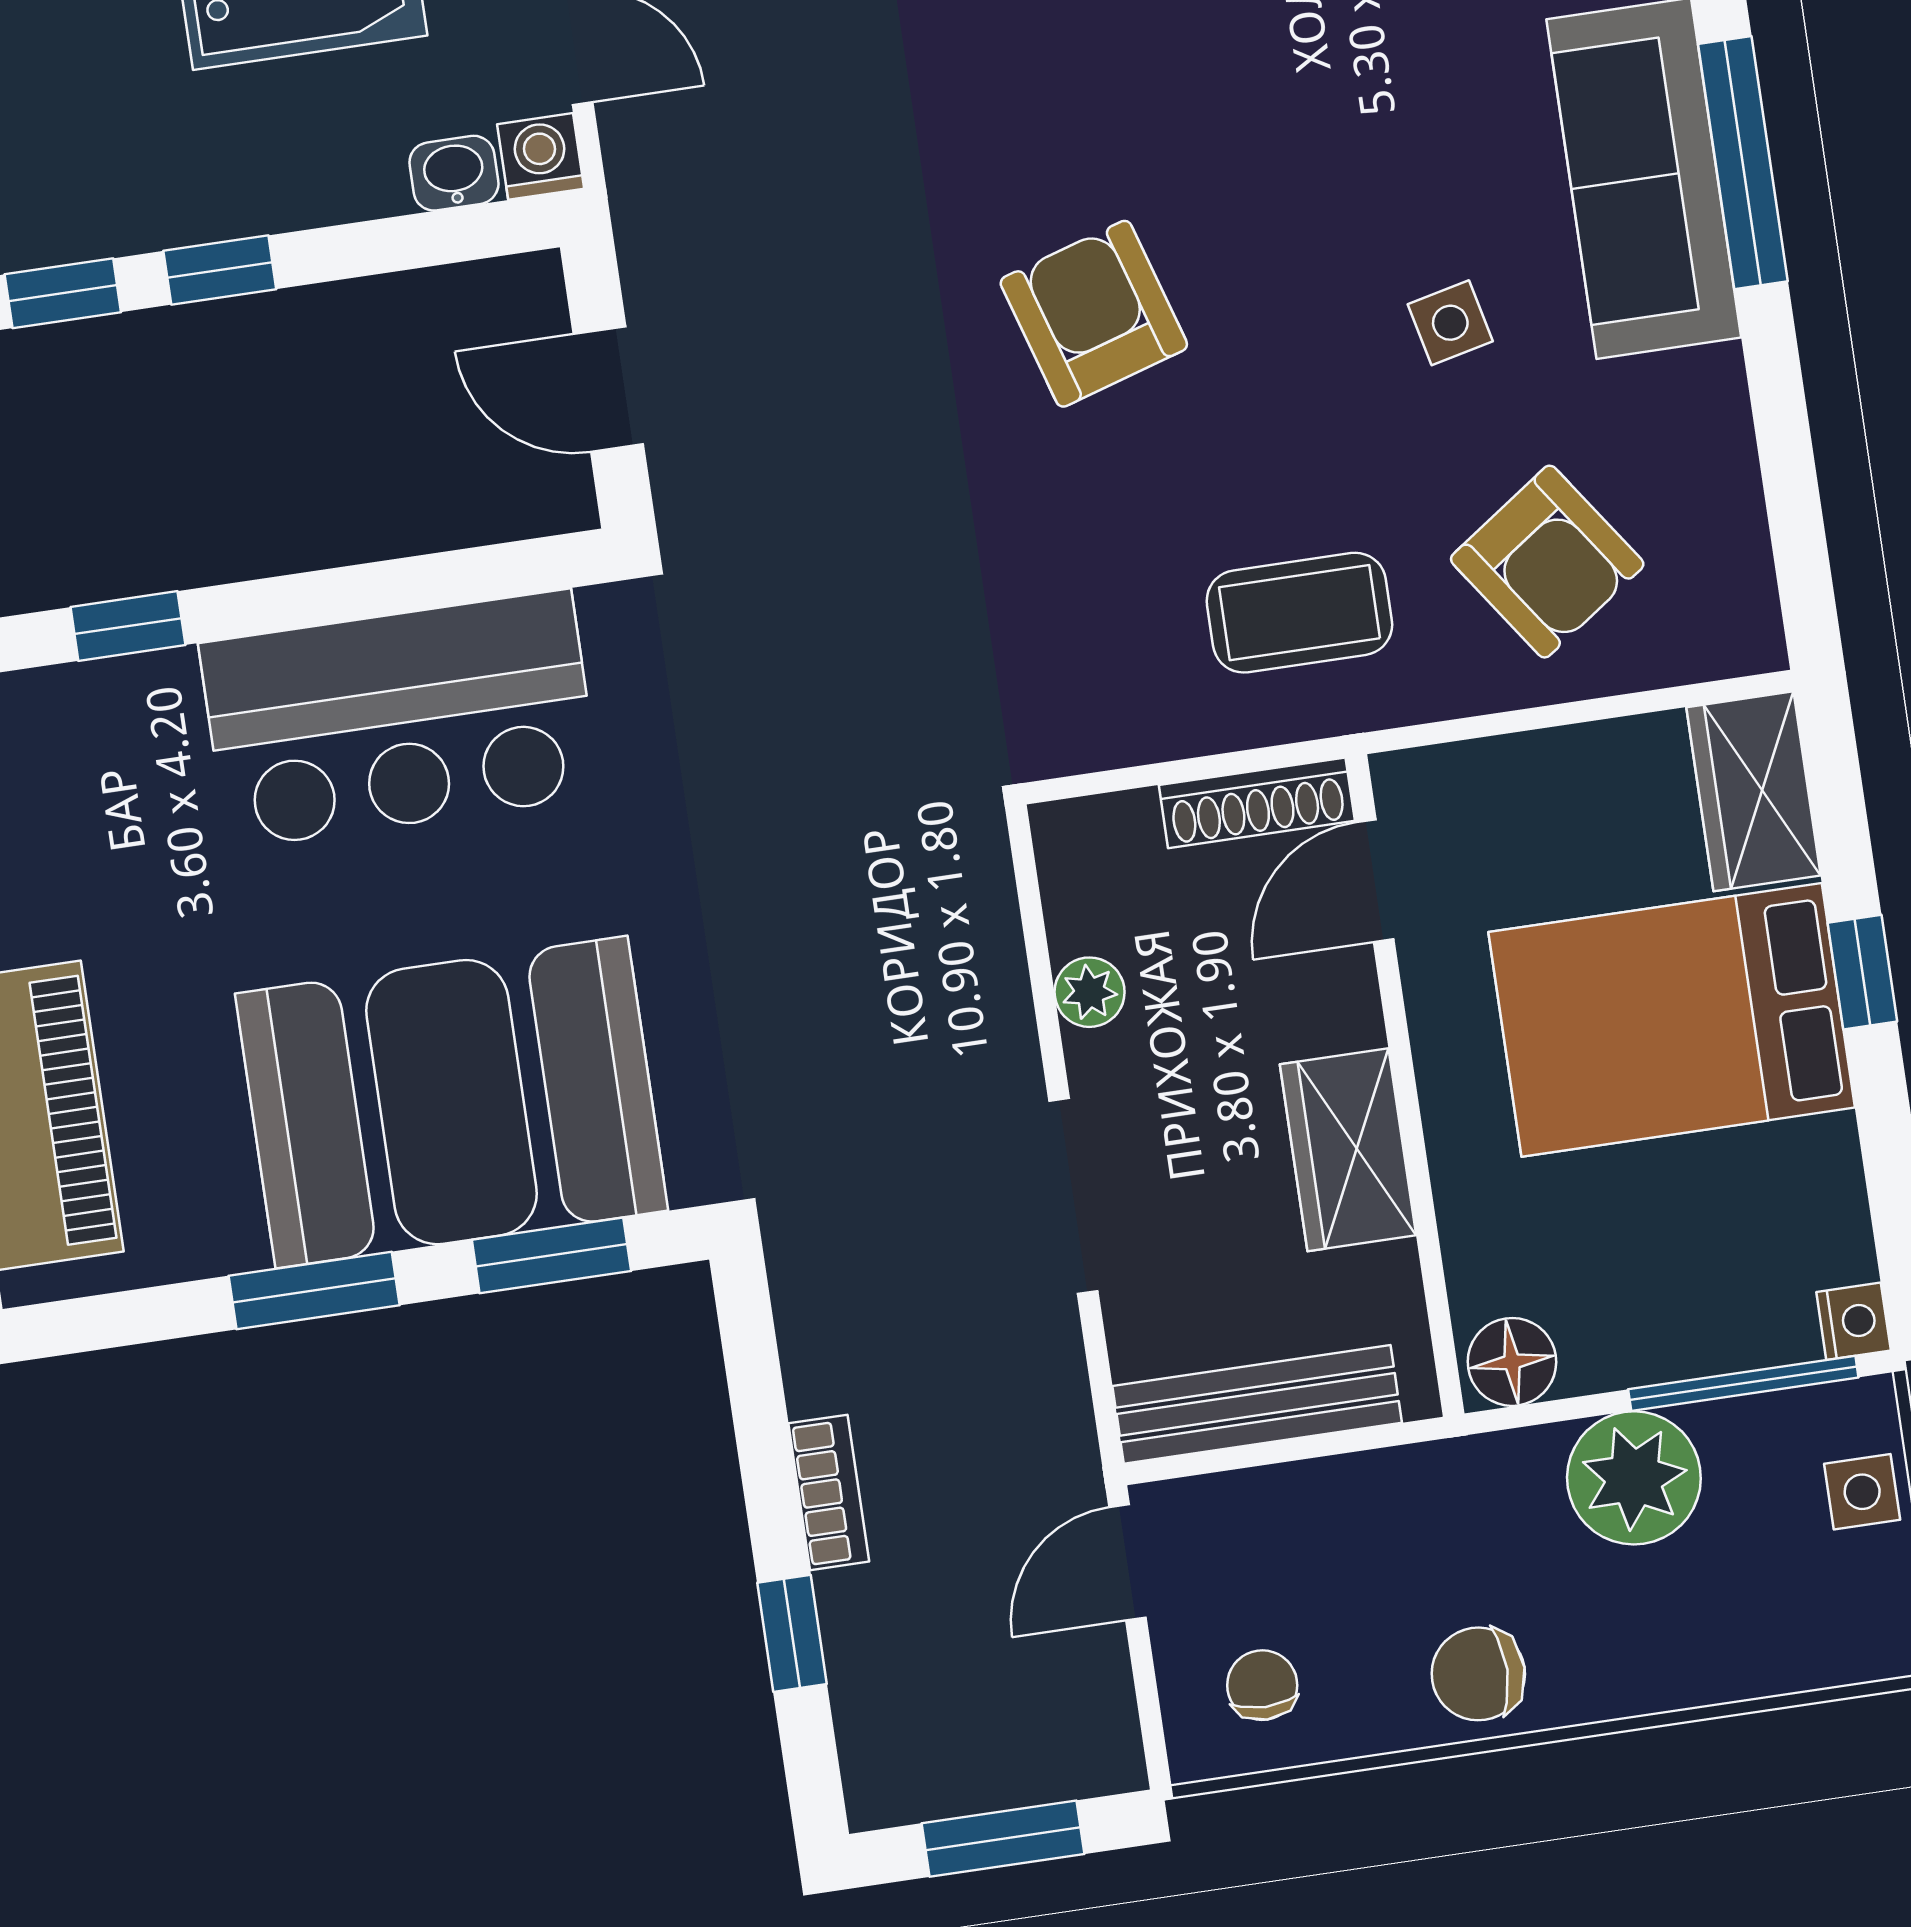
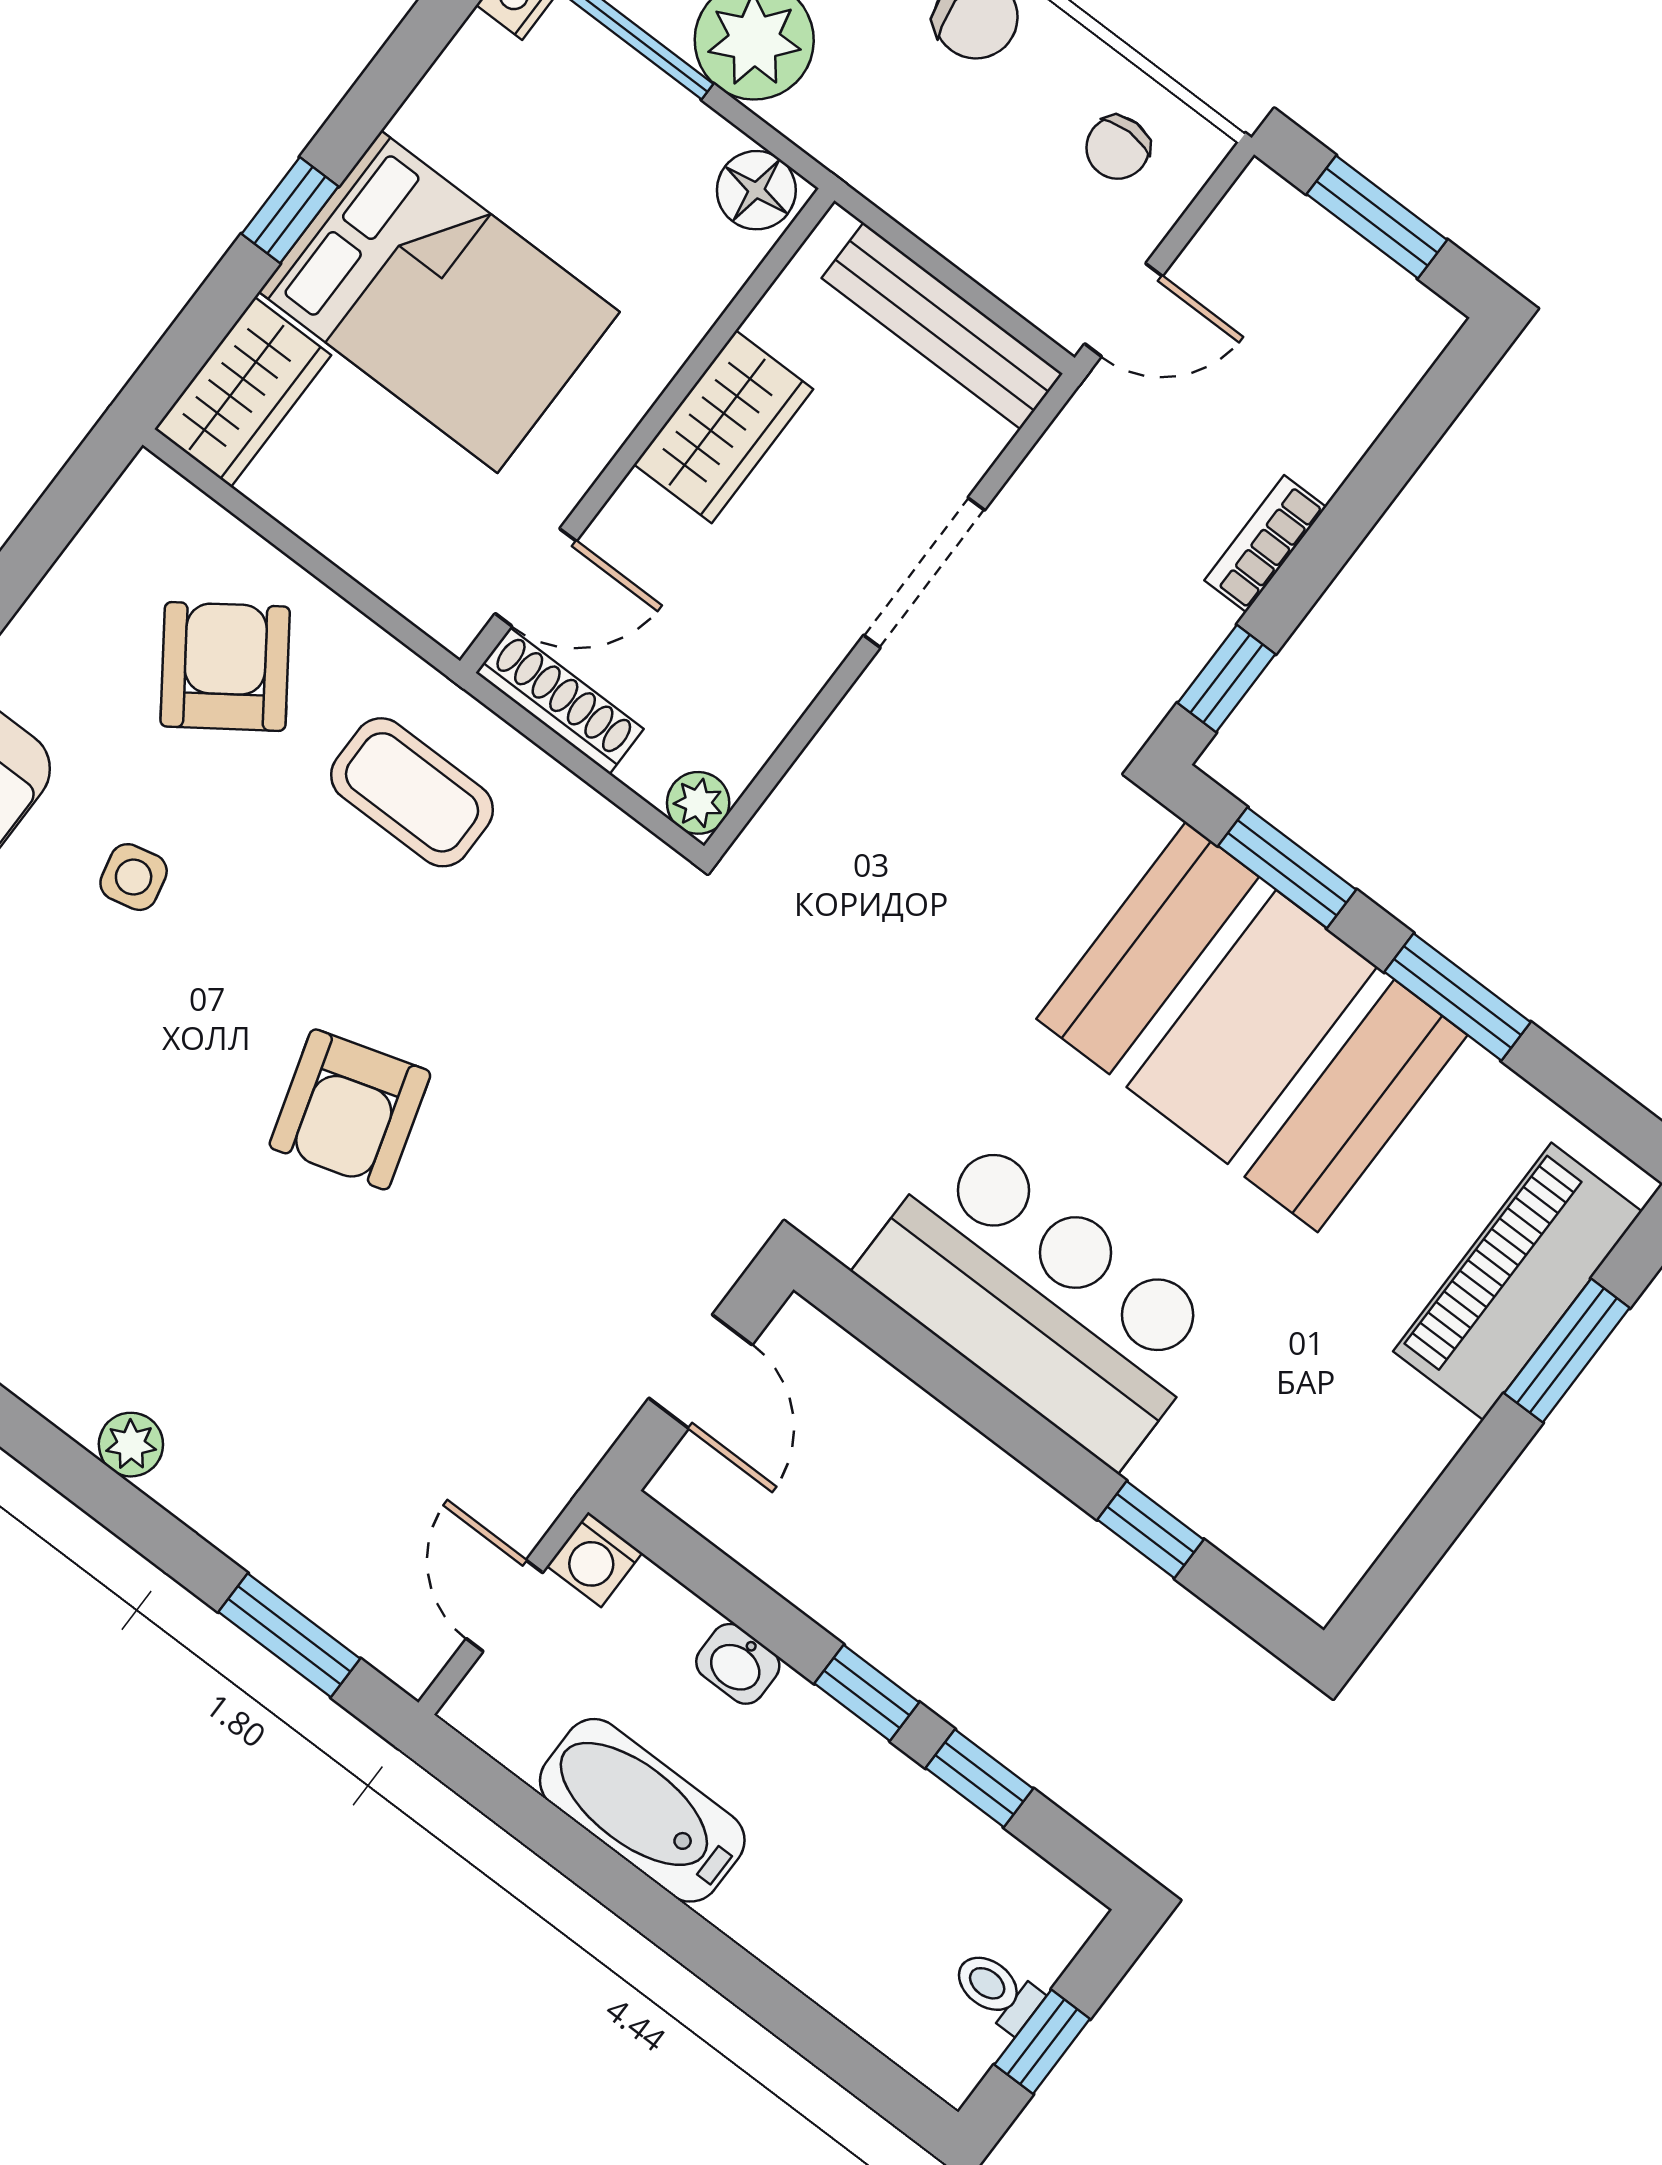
washbasin: (454, 173) -> (738, 1664), moved
plant: (1090, 992) -> (698, 803), moved
window: (792, 1633) -> (1227, 678), moved

